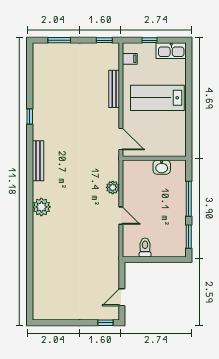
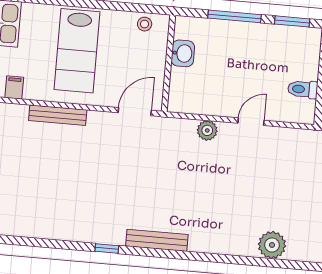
window: (30, 116) -> (107, 248), moved
stool: (179, 140) -> (145, 24), added
plant: (41, 207) -> (272, 245), moved

